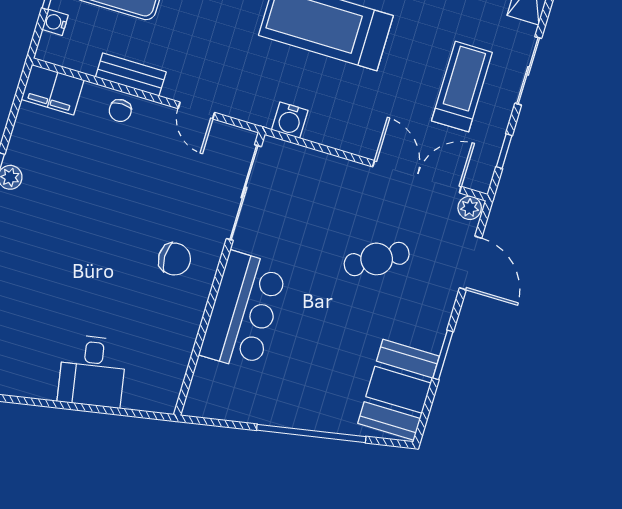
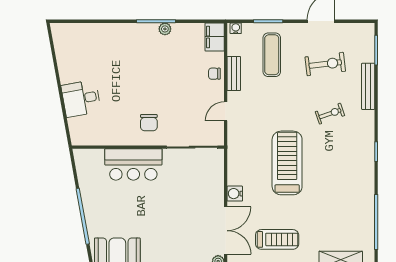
water cooler: (55, 22) -> (236, 28), moved
water cooler: (290, 120) -> (235, 194), moved
cafe table: (377, 259) -> (179, 223), removed

